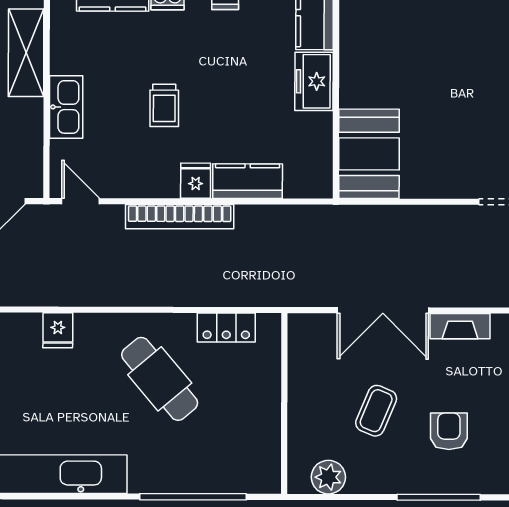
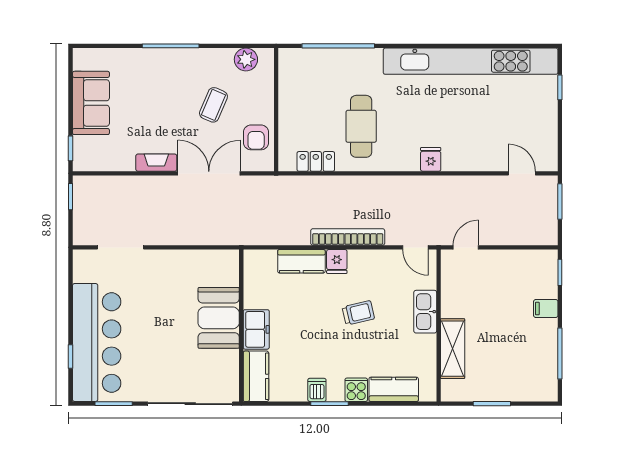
trolley: (164, 105) -> (358, 313), turned 77
booth: (369, 154) -> (219, 318), moved
cafe table: (160, 379) -> (361, 126), turned 40
armchair: (449, 431) -> (256, 137), moved

